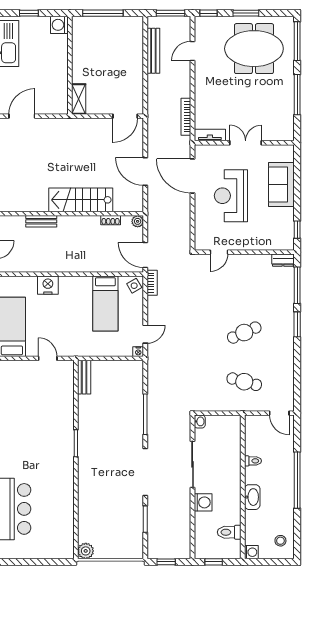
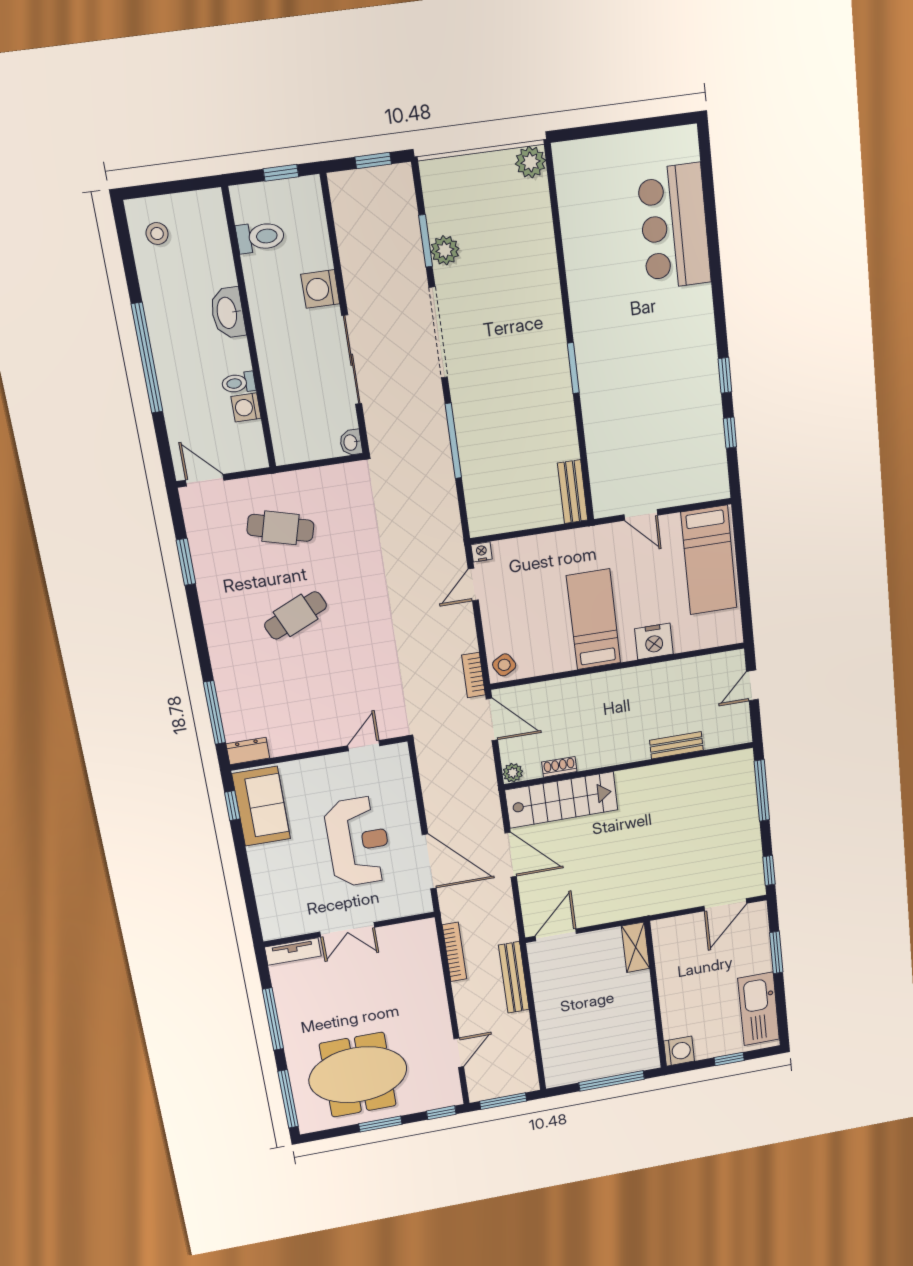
bench: (153, 51) -> (514, 977), moved
tv unit: (210, 135) -> (293, 952), moved
sofa: (281, 185) -> (261, 806), moved
stairs: (81, 200) -> (561, 800), moved
bed: (105, 304) -> (593, 619), moved
window: (297, 324) -> (186, 562), moved
plant: (136, 513) -> (445, 250), added
washing machine: (251, 552) -> (246, 407), moved

